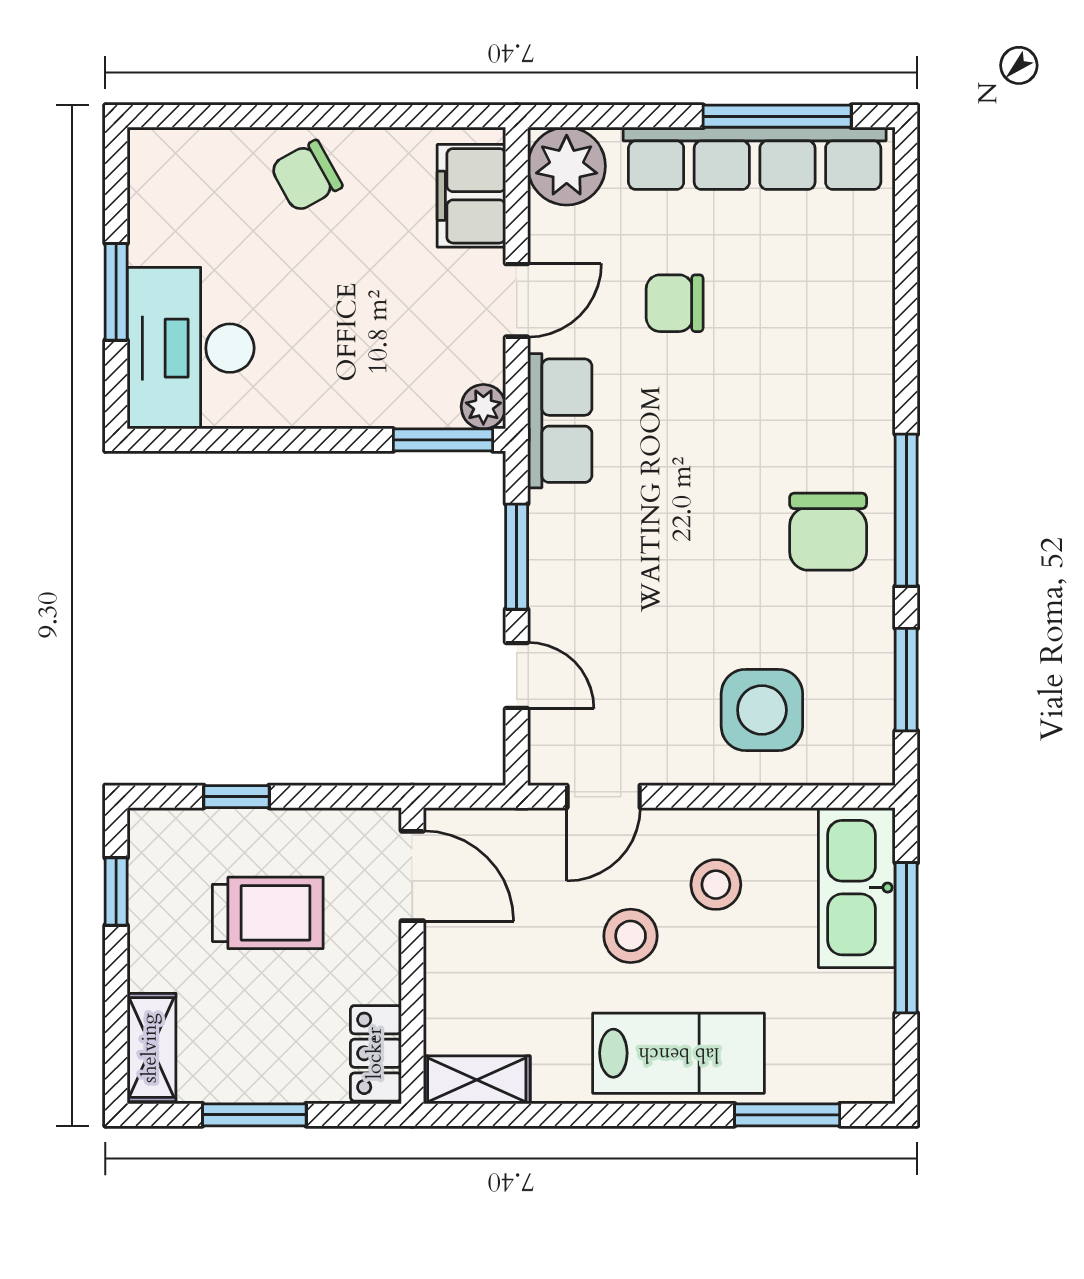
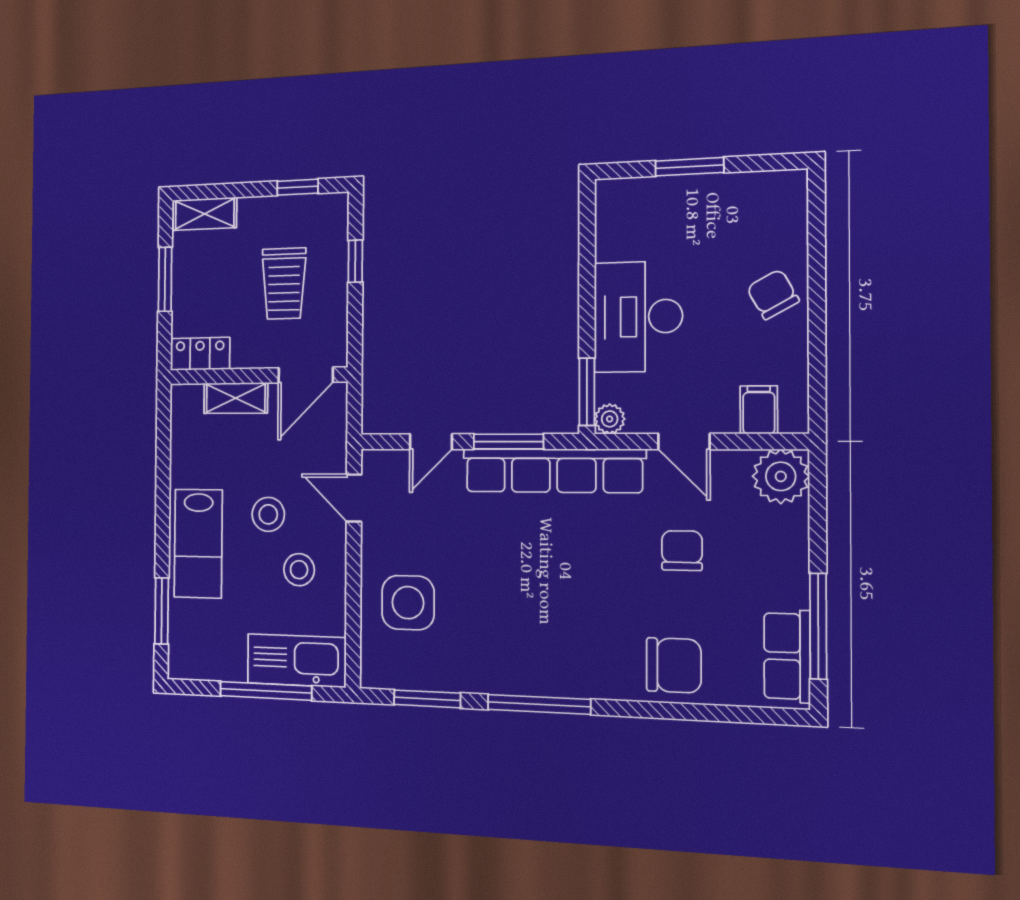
row of seats: (755, 158) -> (787, 656), width x0.50
filing cabinet: (471, 196) -> (759, 410), width x0.50
desk: (191, 348) -> (638, 317), moved, turned -90
row of seats: (560, 421) -> (553, 471), width x2.02
chair: (828, 532) -> (674, 665), moved, turned 180
shelving: (477, 1080) -> (236, 398), moved, turned 90

